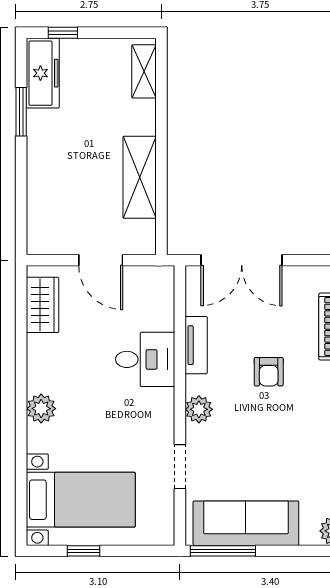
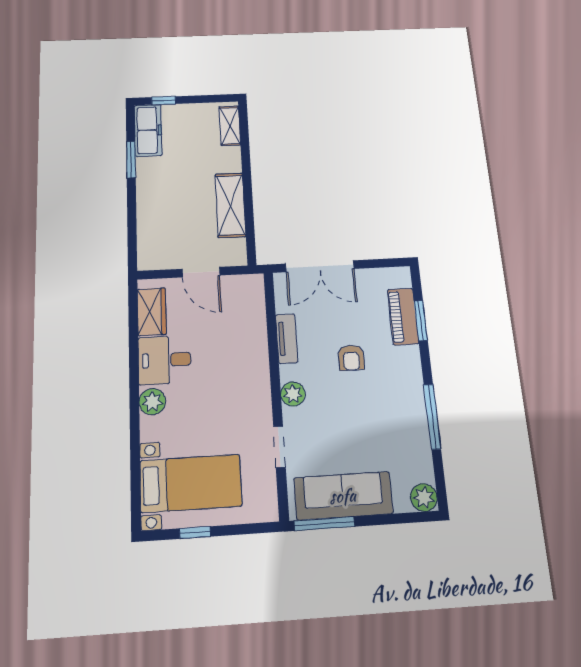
desk: (145, 359) -> (165, 360), moved, turned 180

